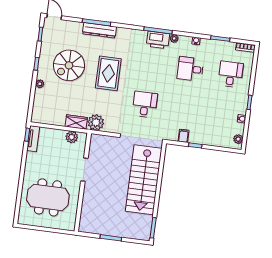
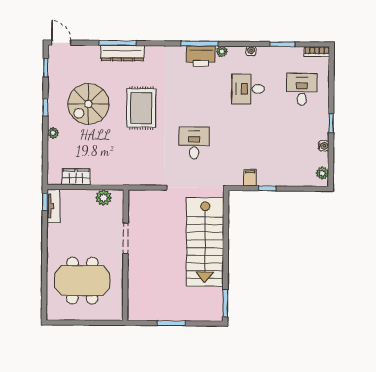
wardrobe: (76, 122) -> (76, 177), moved
plant: (96, 122) -> (133, 174), removed

